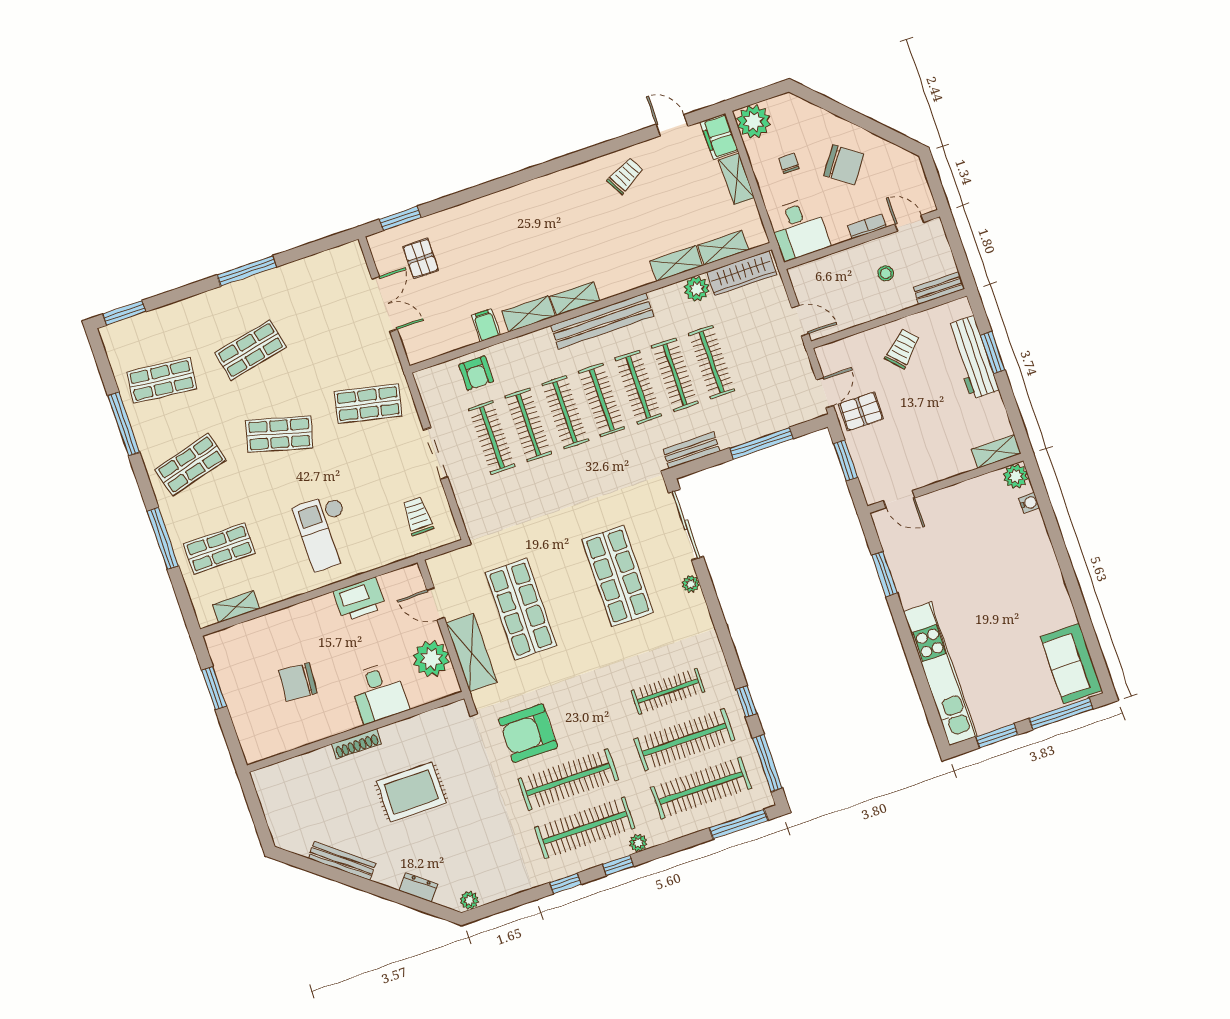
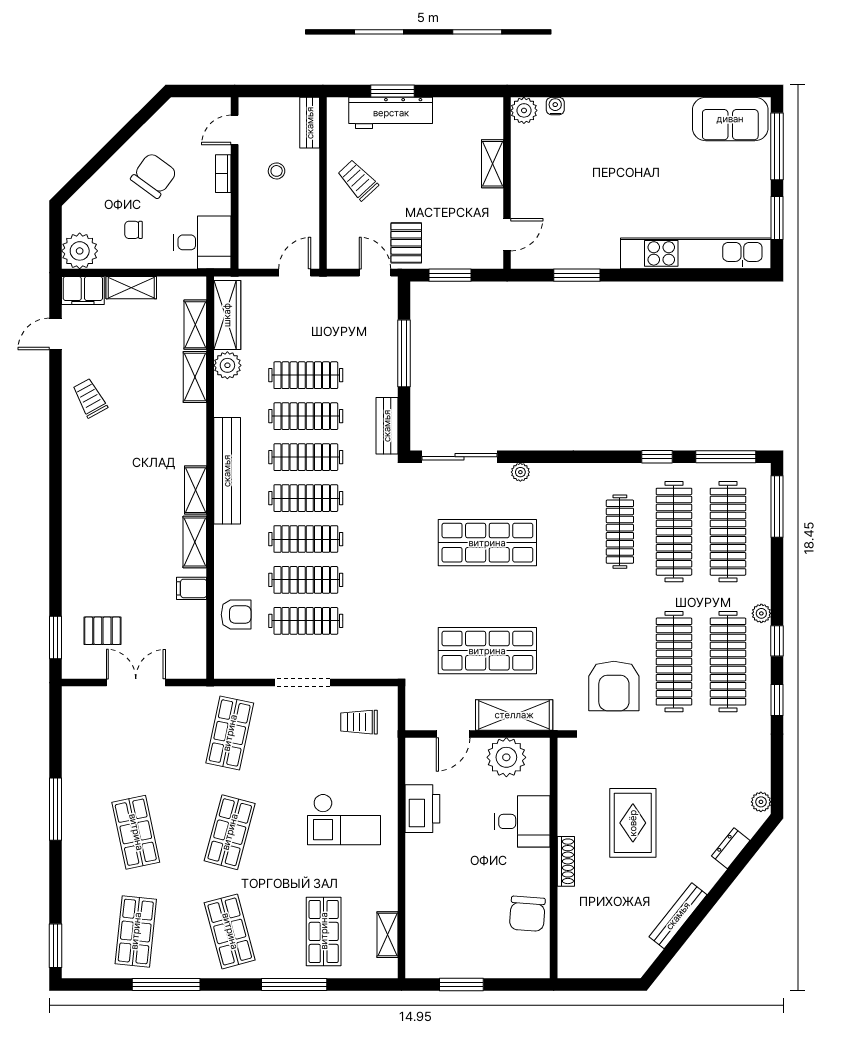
shelving: (996, 451) -> (492, 164), moved
chair: (298, 682) -> (527, 914), moved

